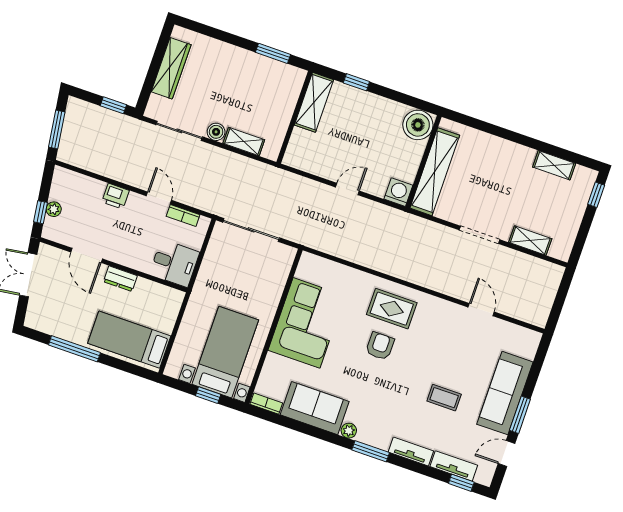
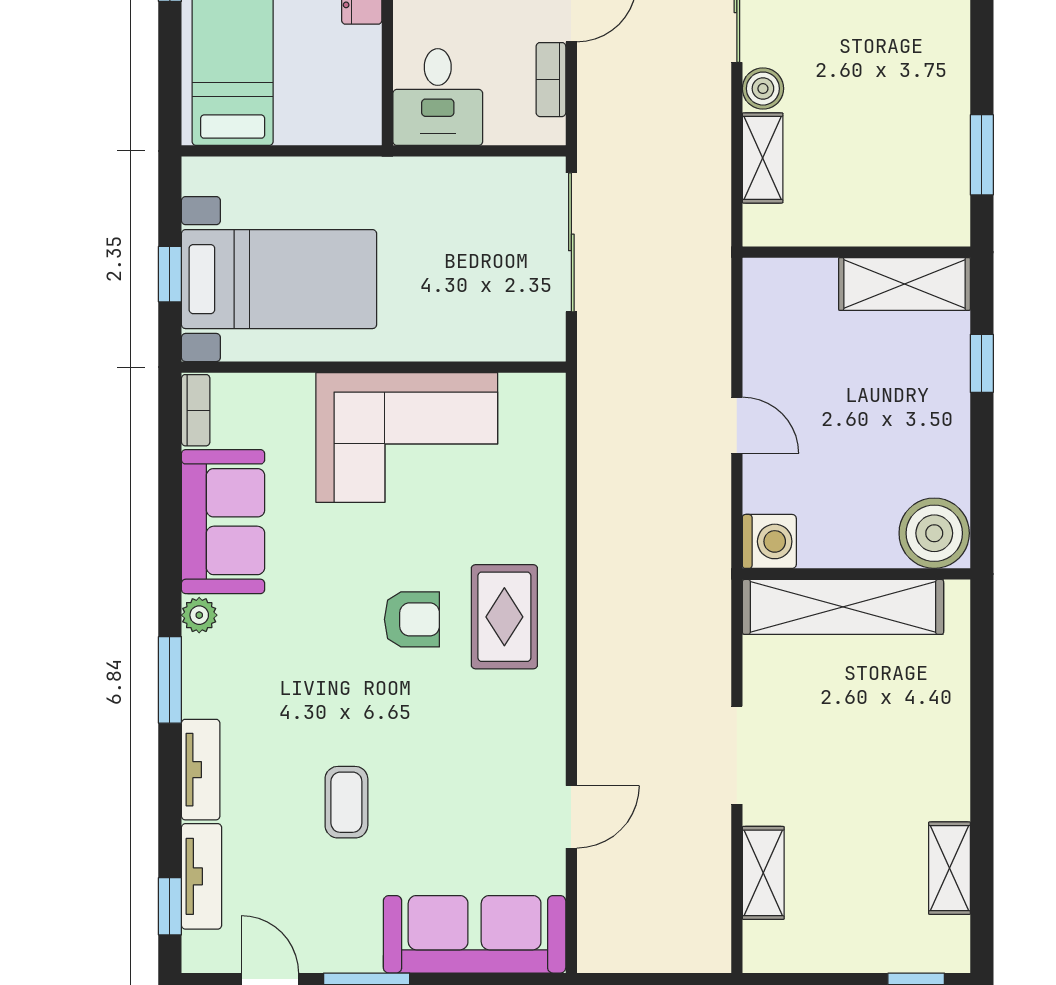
sofa: (505, 393) -> (475, 934), moved

